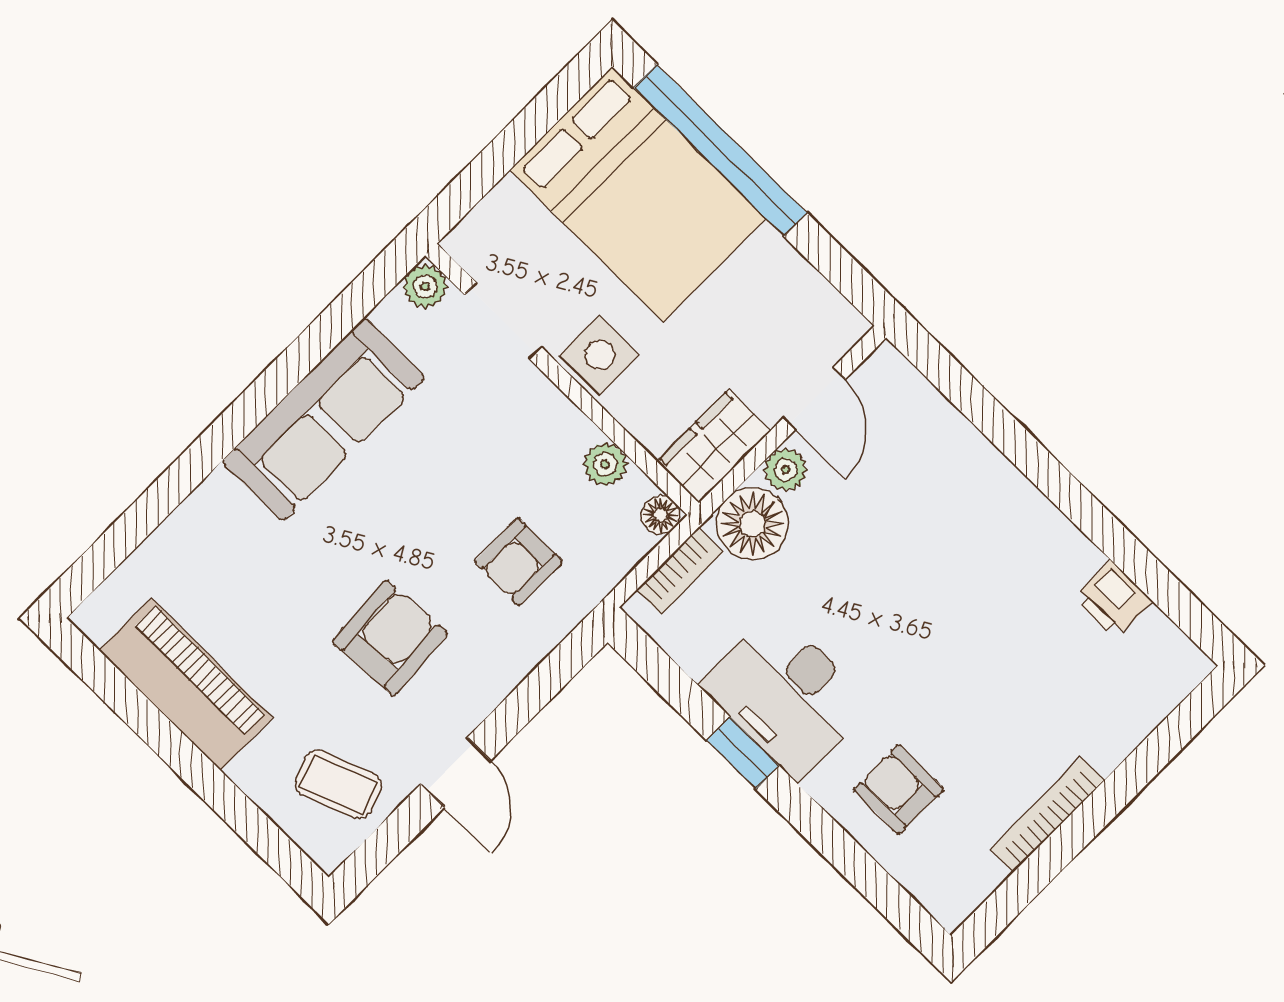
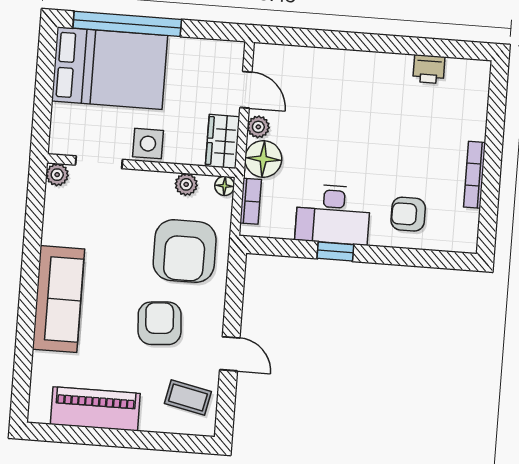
sofa: (324, 419) -> (58, 299), moved
armchair: (519, 562) -> (185, 251), width x1.88, depth x1.88
coffee table: (338, 784) -> (188, 397), turned 33

